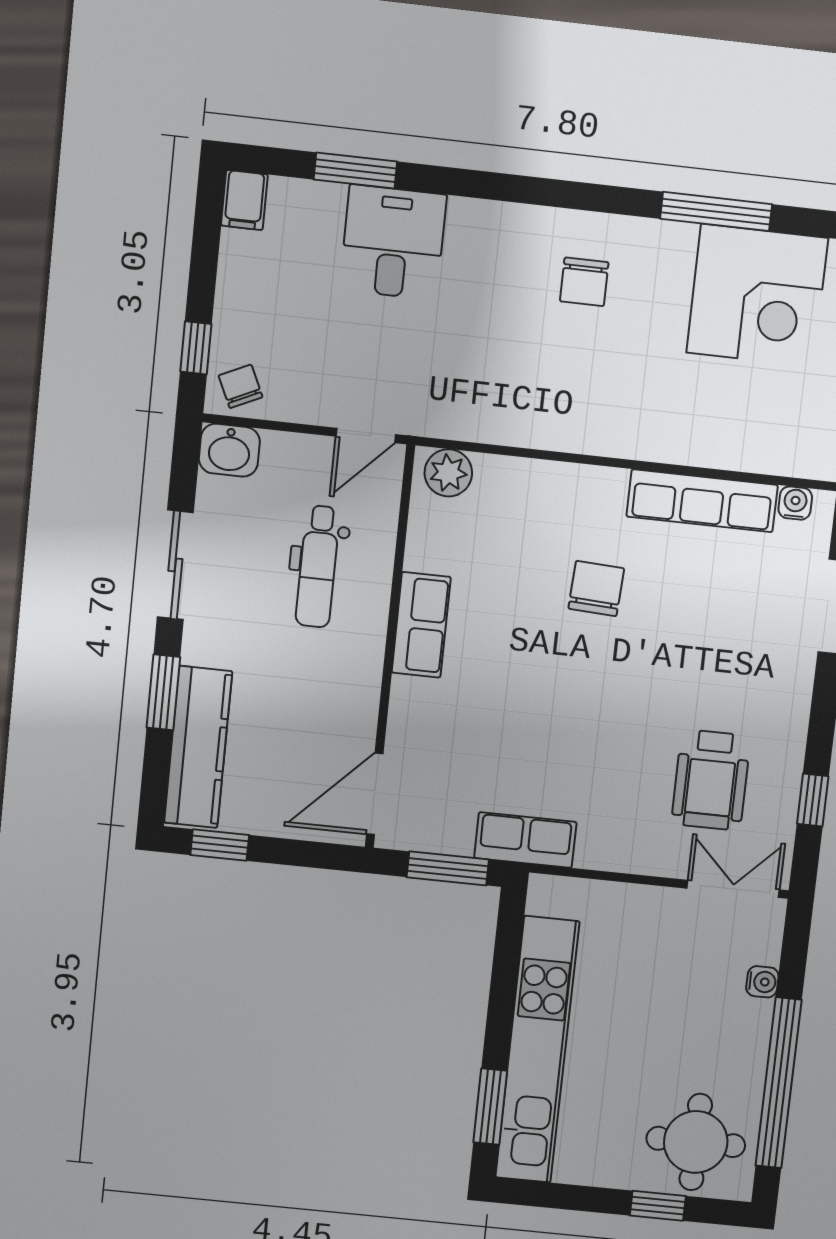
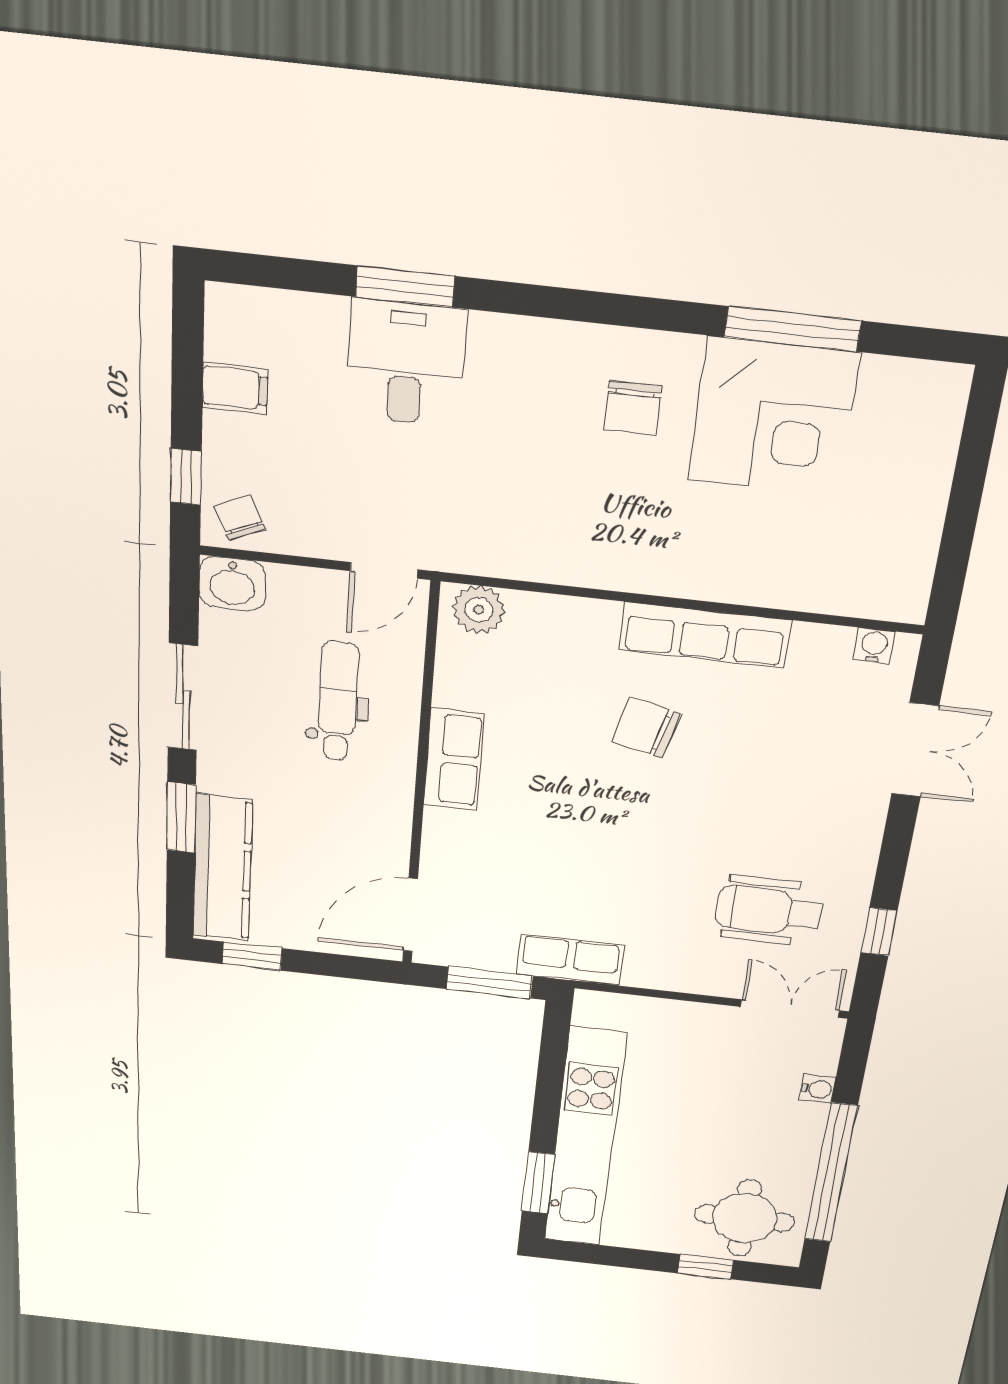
window: (355, 171) -> (405, 286), moved
filing cabinet: (244, 200) -> (235, 388), moved, turned -90
corner desk: (757, 295) -> (773, 417), moved
row of seats: (702, 501) -> (705, 635), moved
dental chair: (318, 566) -> (338, 701), turned 180
chair: (596, 588) -> (646, 728), turned -79
wheelchair: (711, 780) -> (769, 911), turned 90

